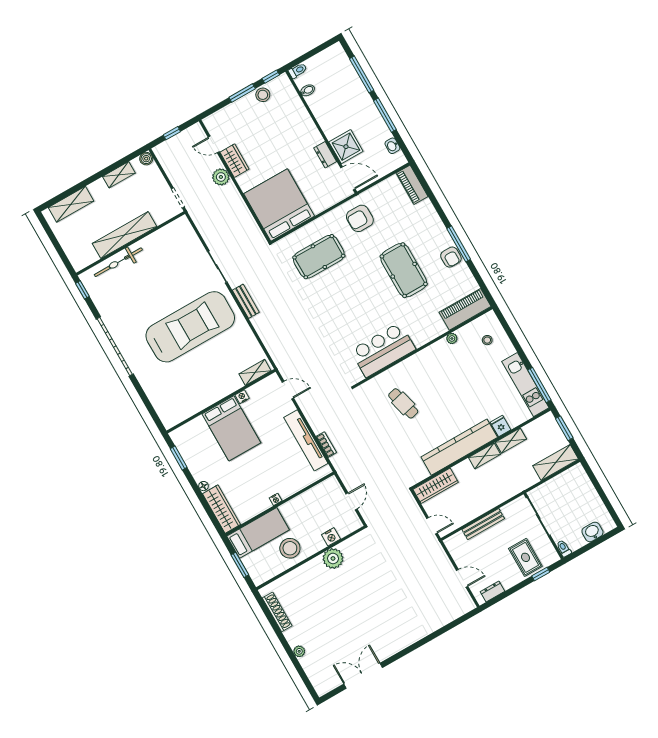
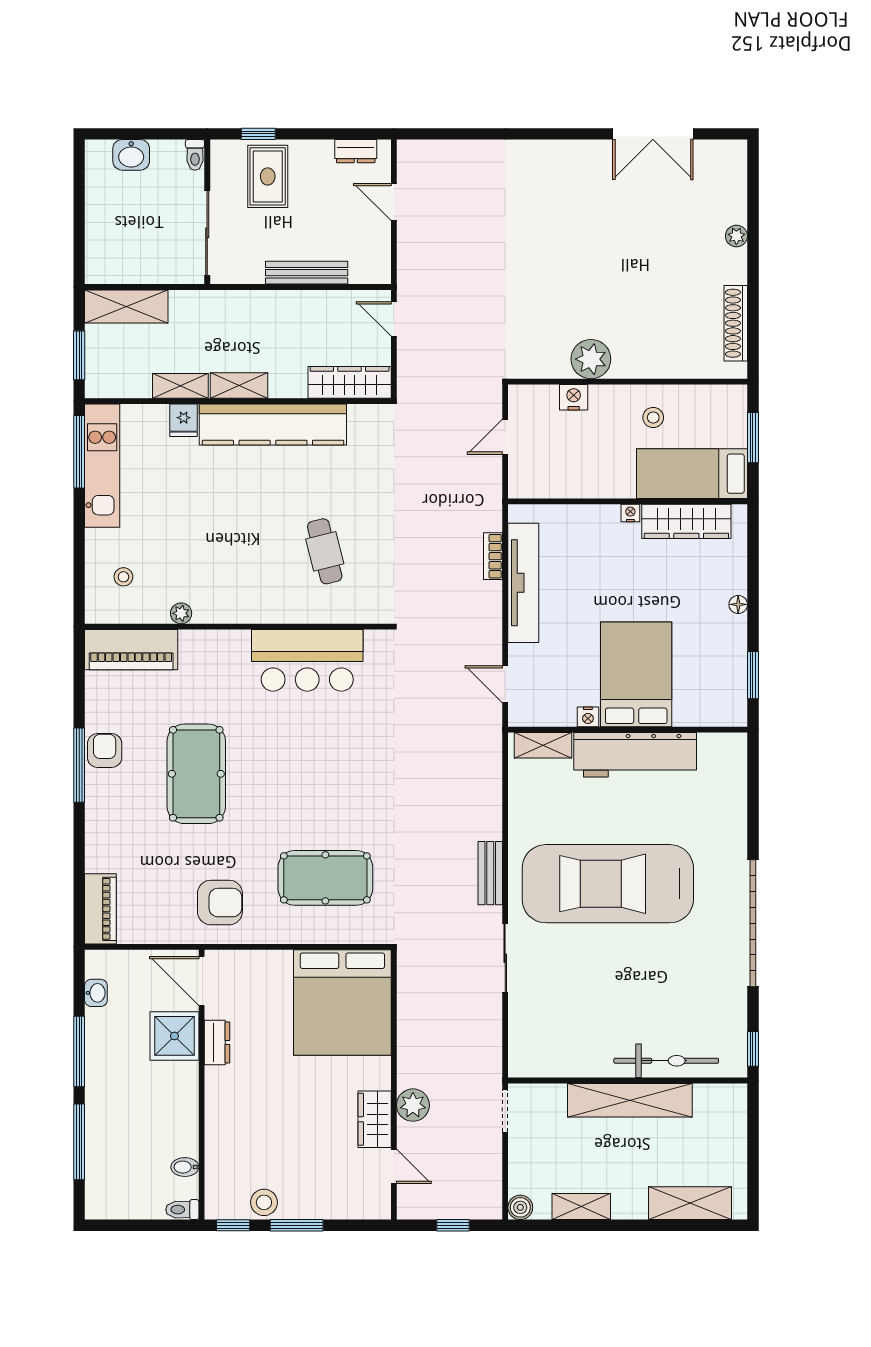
workbench: (211, 392) -> (635, 755), added
wardrobe: (222, 509) -> (686, 521), moved, turned -90
stool: (290, 548) -> (653, 418), width x0.53, depth x0.53

